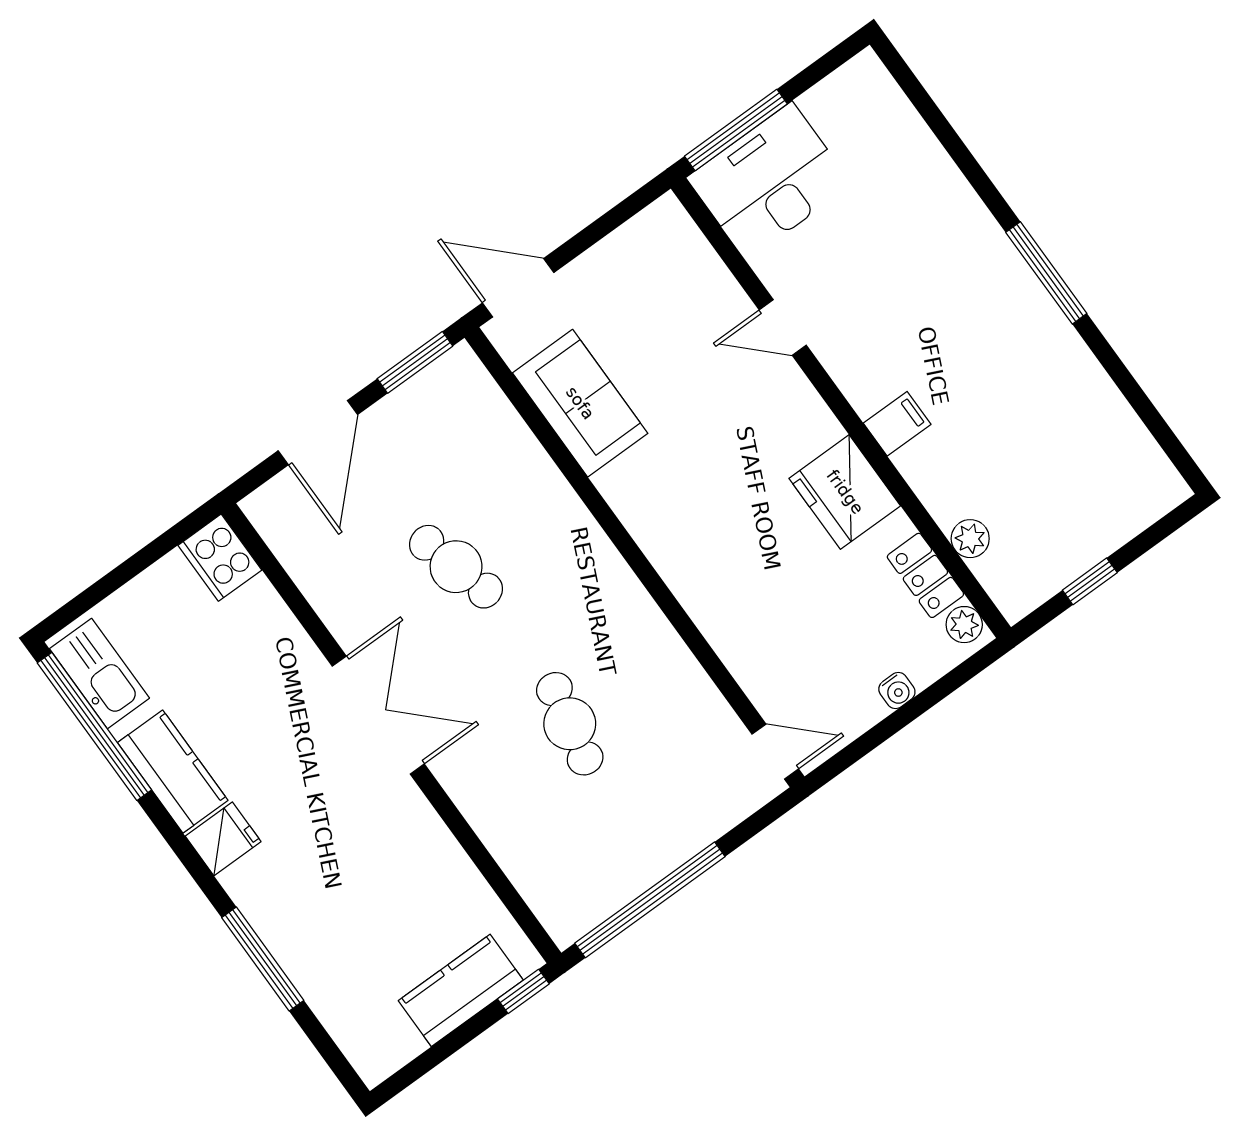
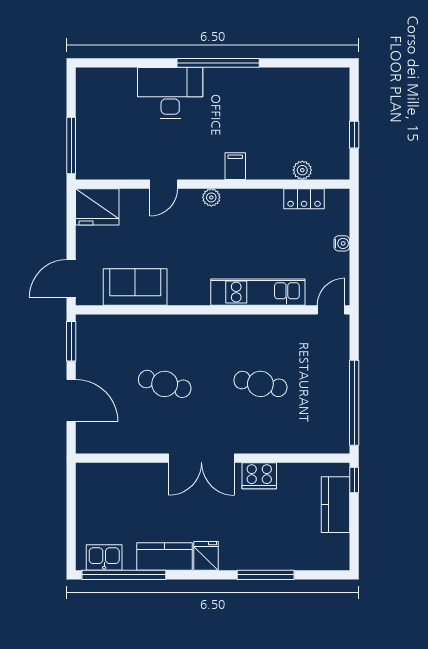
desk: (769, 181) -> (170, 93), moved, turned 90
window: (1046, 273) -> (218, 63), width x1.46
fridge: (845, 492) -> (97, 207), moved
cooker: (220, 558) -> (259, 476), moved
cafe table: (456, 567) -> (165, 384), turned 30
kitchen unit: (717, 610) -> (258, 292), added
plant: (964, 625) -> (211, 197), moved
kitchen sink: (99, 673) -> (104, 557), width x0.73
double door: (378, 715) -> (201, 458), swing flipped

